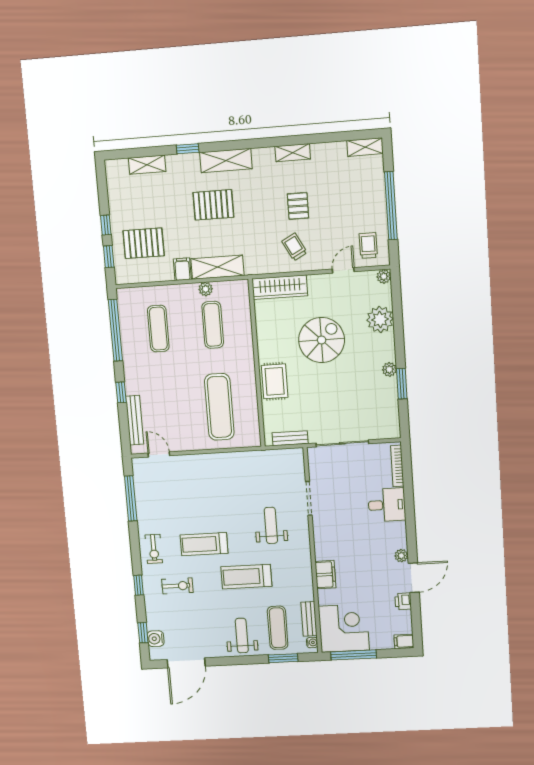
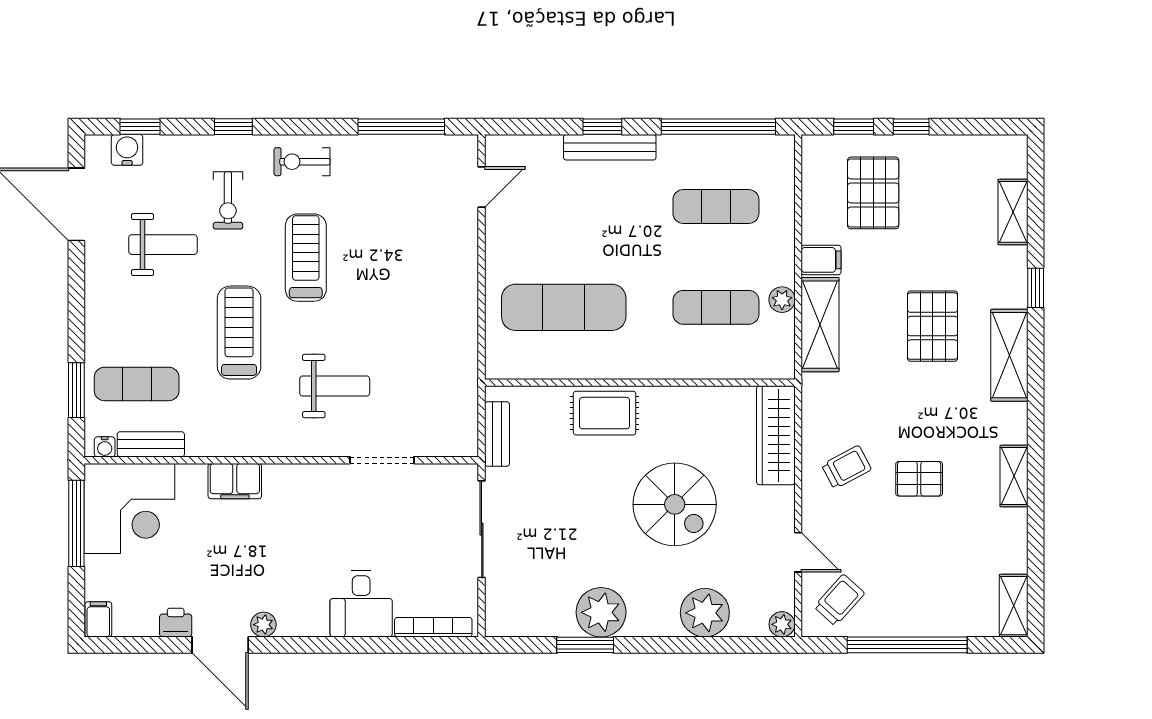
trolley: (368, 246) -> (839, 600), turned -48
plant: (389, 369) -> (601, 612), width x1.88, depth x1.88
bench: (135, 420) -> (610, 147), moved
weight bench: (242, 636) -> (163, 245), moved

